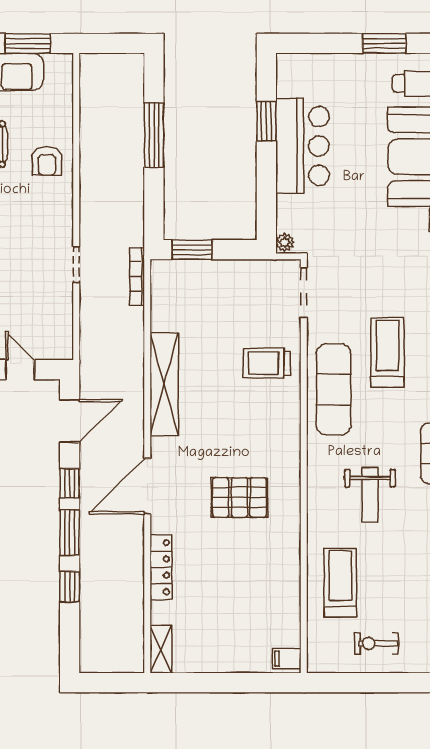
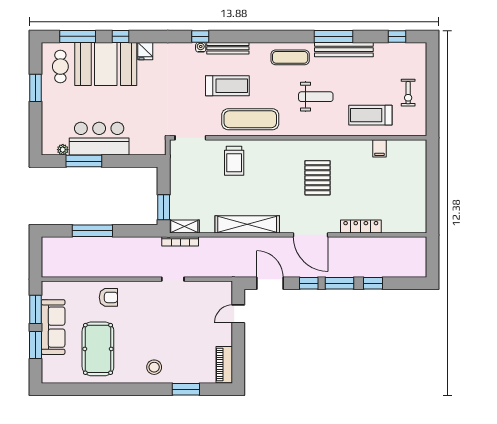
window: (266, 121) -> (84, 161), width x1.44
plant: (285, 242) -> (63, 150), moved
treadmill: (388, 352) -> (227, 86), turned 180
shelving: (161, 649) -> (184, 227), moved
filing cabinet: (287, 659) -> (379, 148), moved

